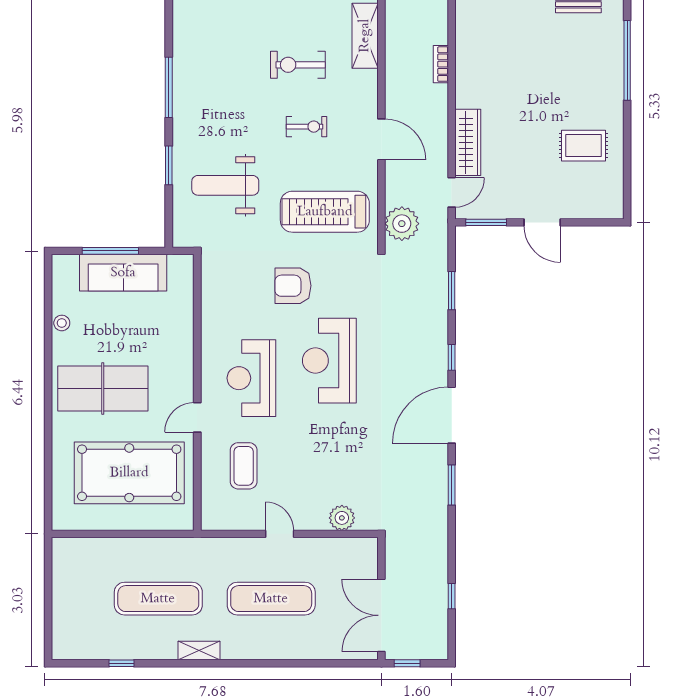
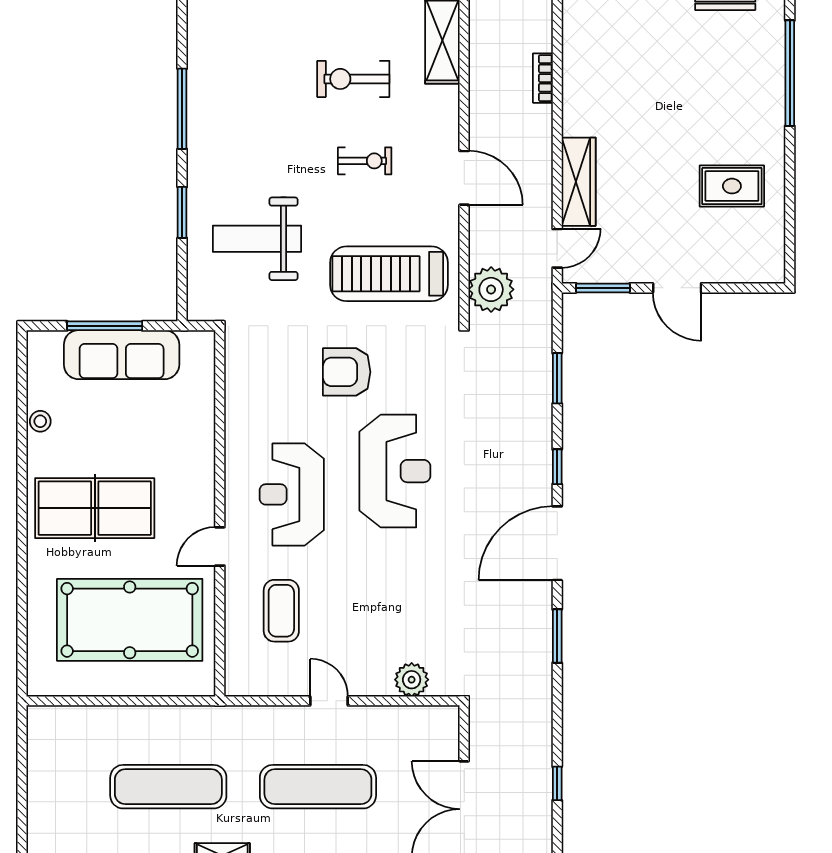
reception desk: (329, 361) -> (395, 471), turned 180

